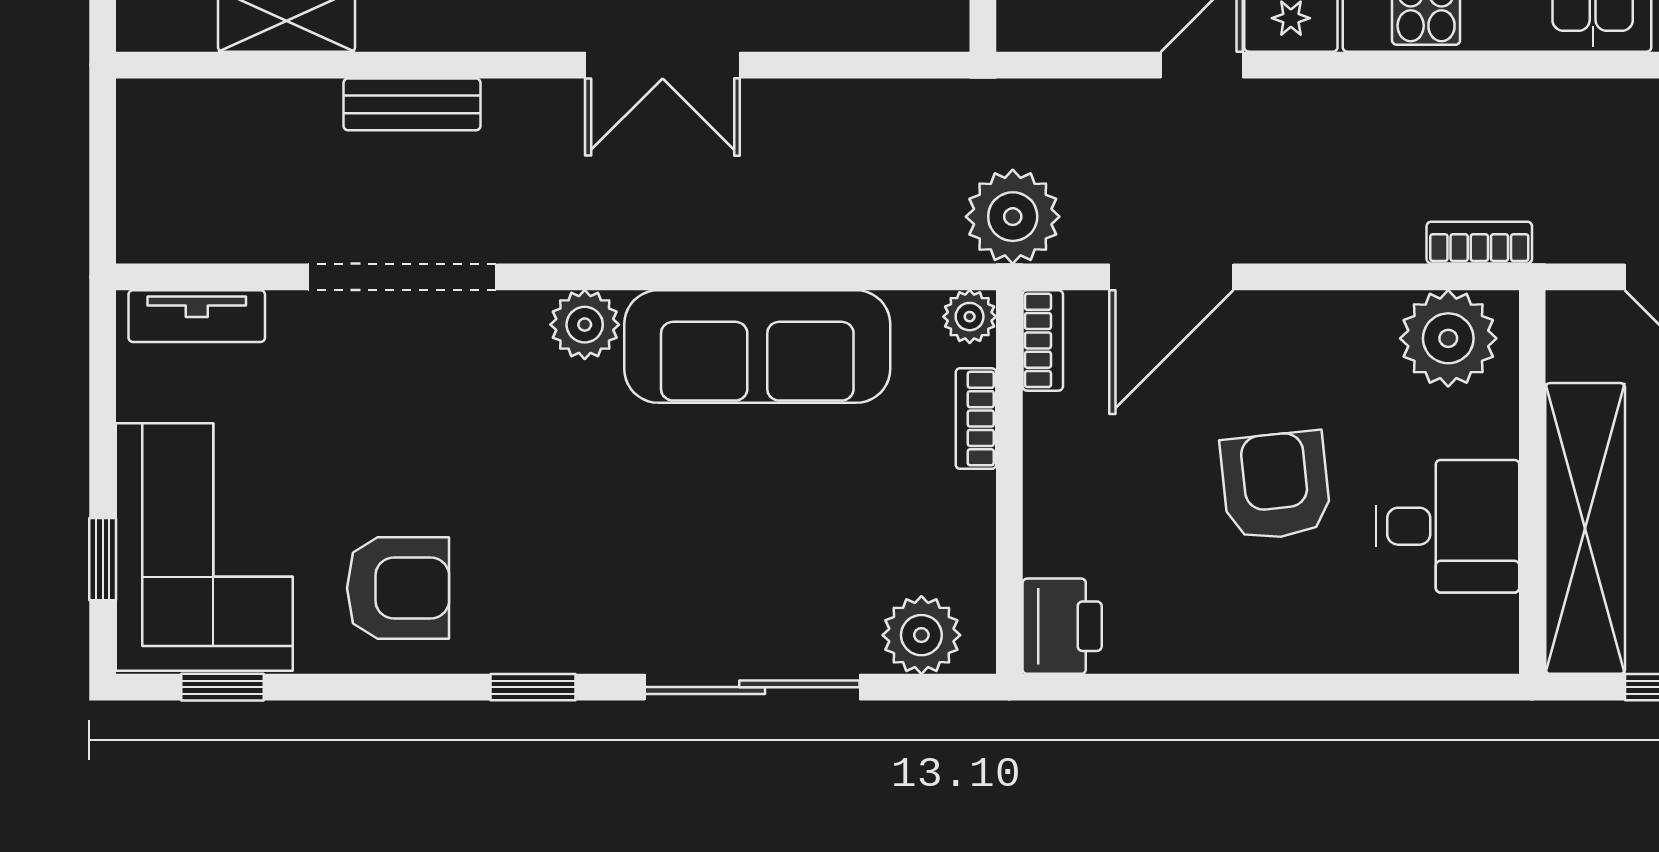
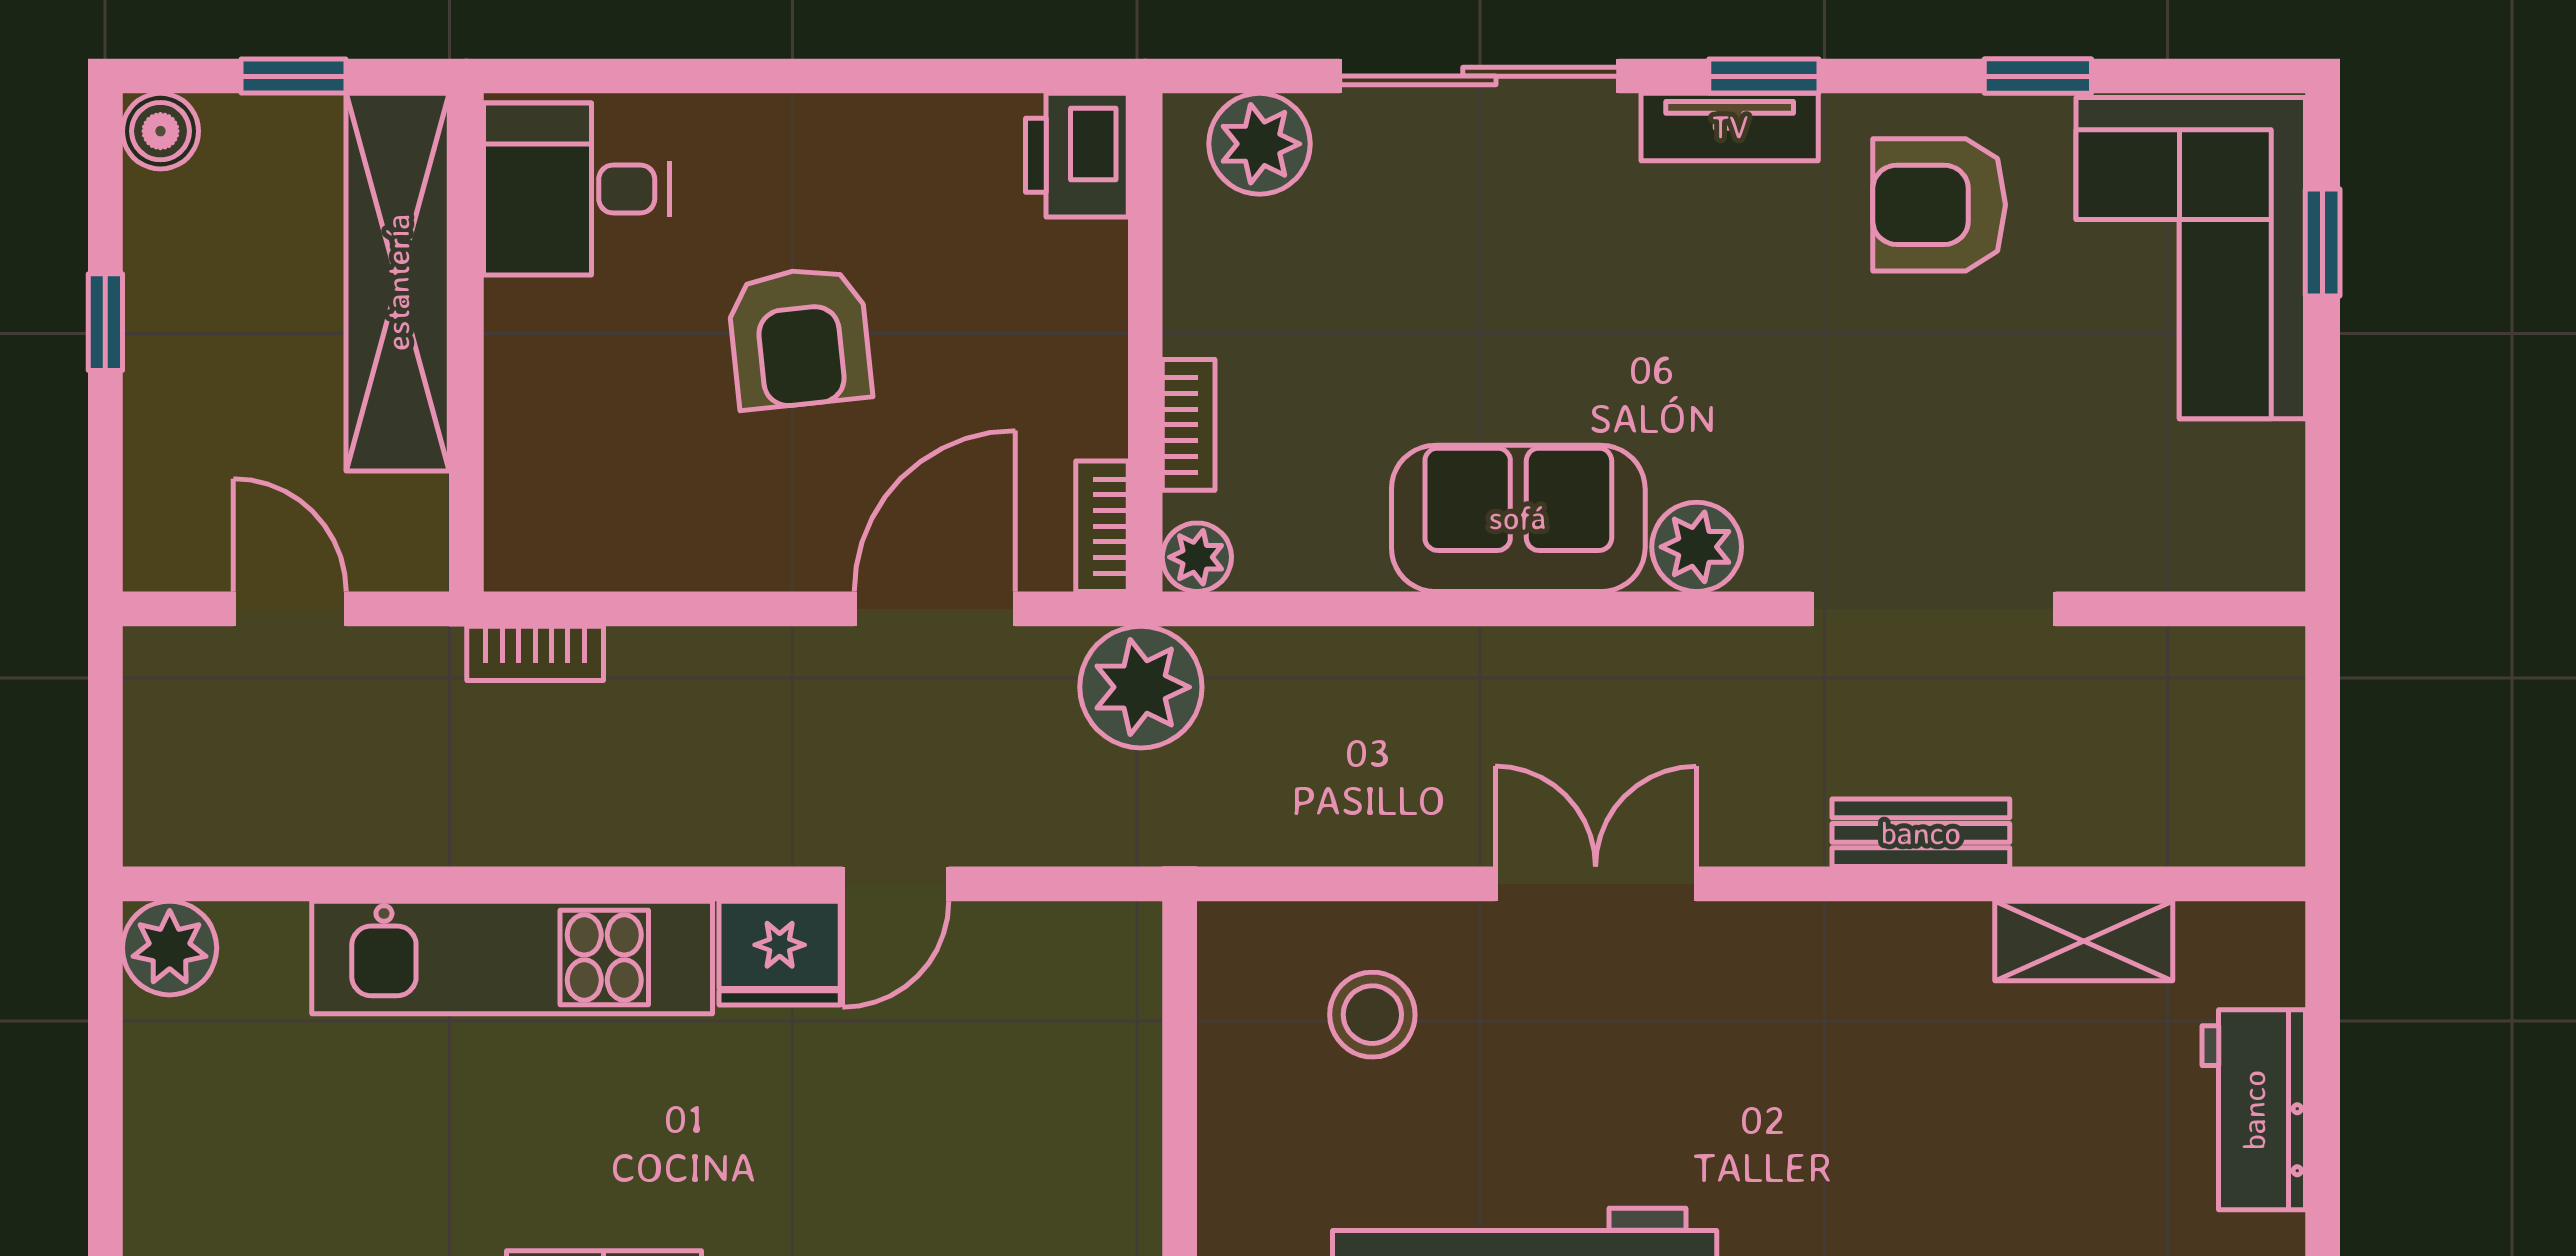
tv unit: (197, 316) -> (1730, 127), moved, turned 180
plant: (1448, 338) -> (575, 529), removed
sofa: (757, 347) -> (1518, 518), width x0.73
desk: (1447, 526) -> (576, 189), moved
window: (222, 687) -> (2038, 76), moved

